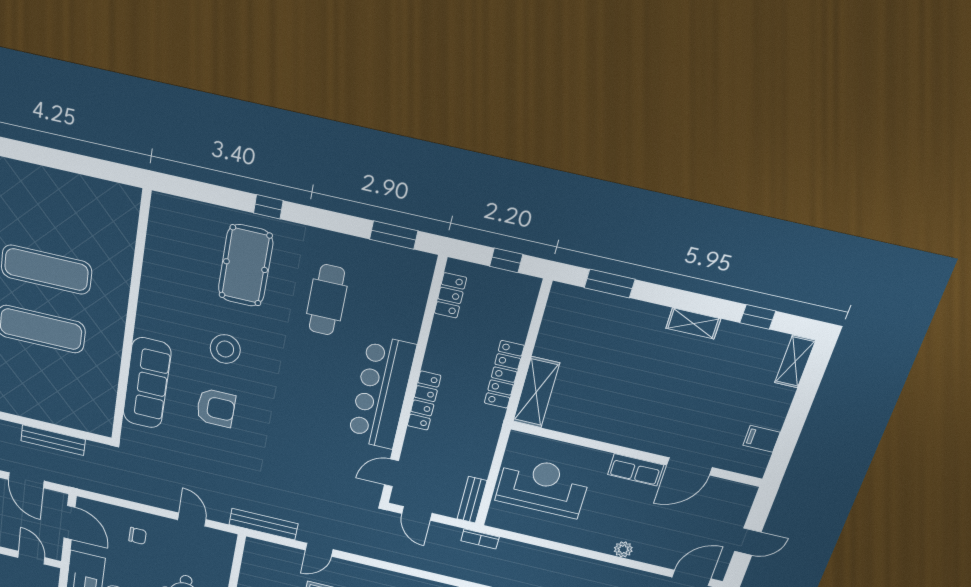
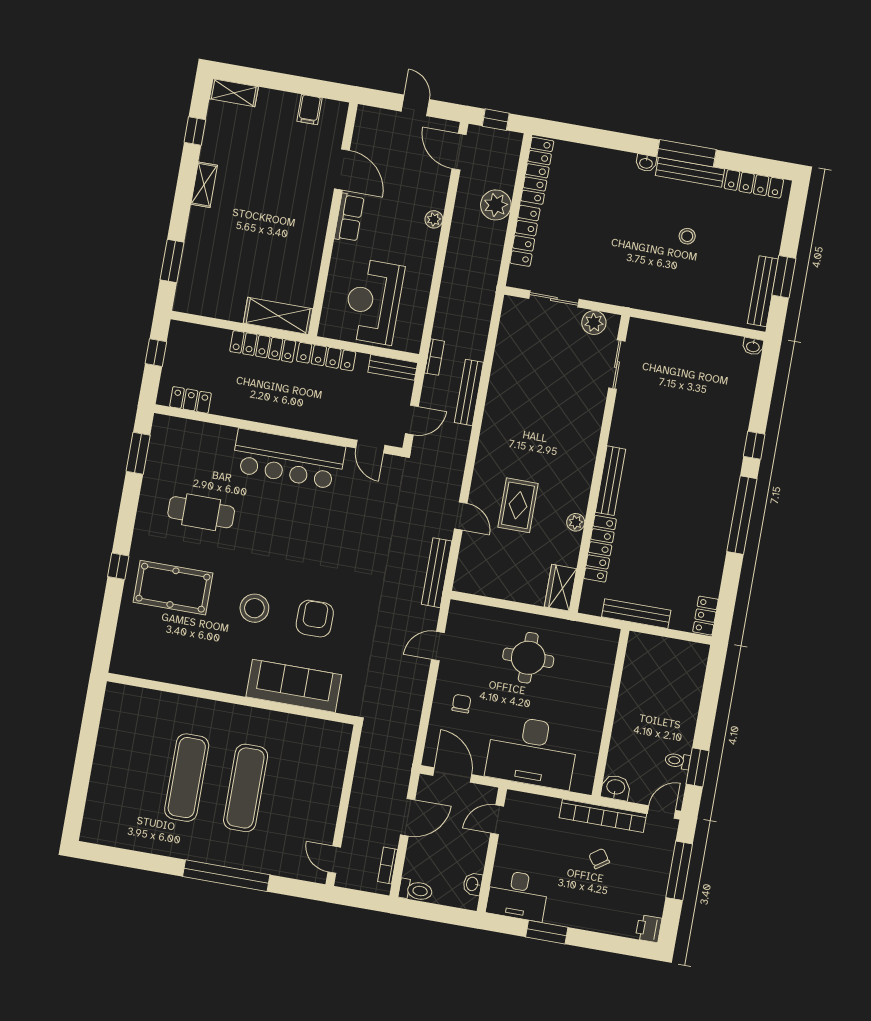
locker: (424, 401) -> (326, 357), moved, turned 180
bench: (53, 440) -> (469, 392), moved
door: (70, 523) -> (452, 775), hinge flipped

